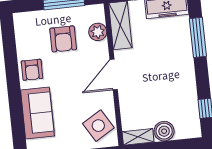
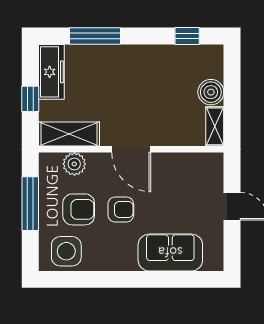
armchair: (32, 70) -> (121, 209), moved
side table: (98, 126) -> (66, 251), moved, turned 31

